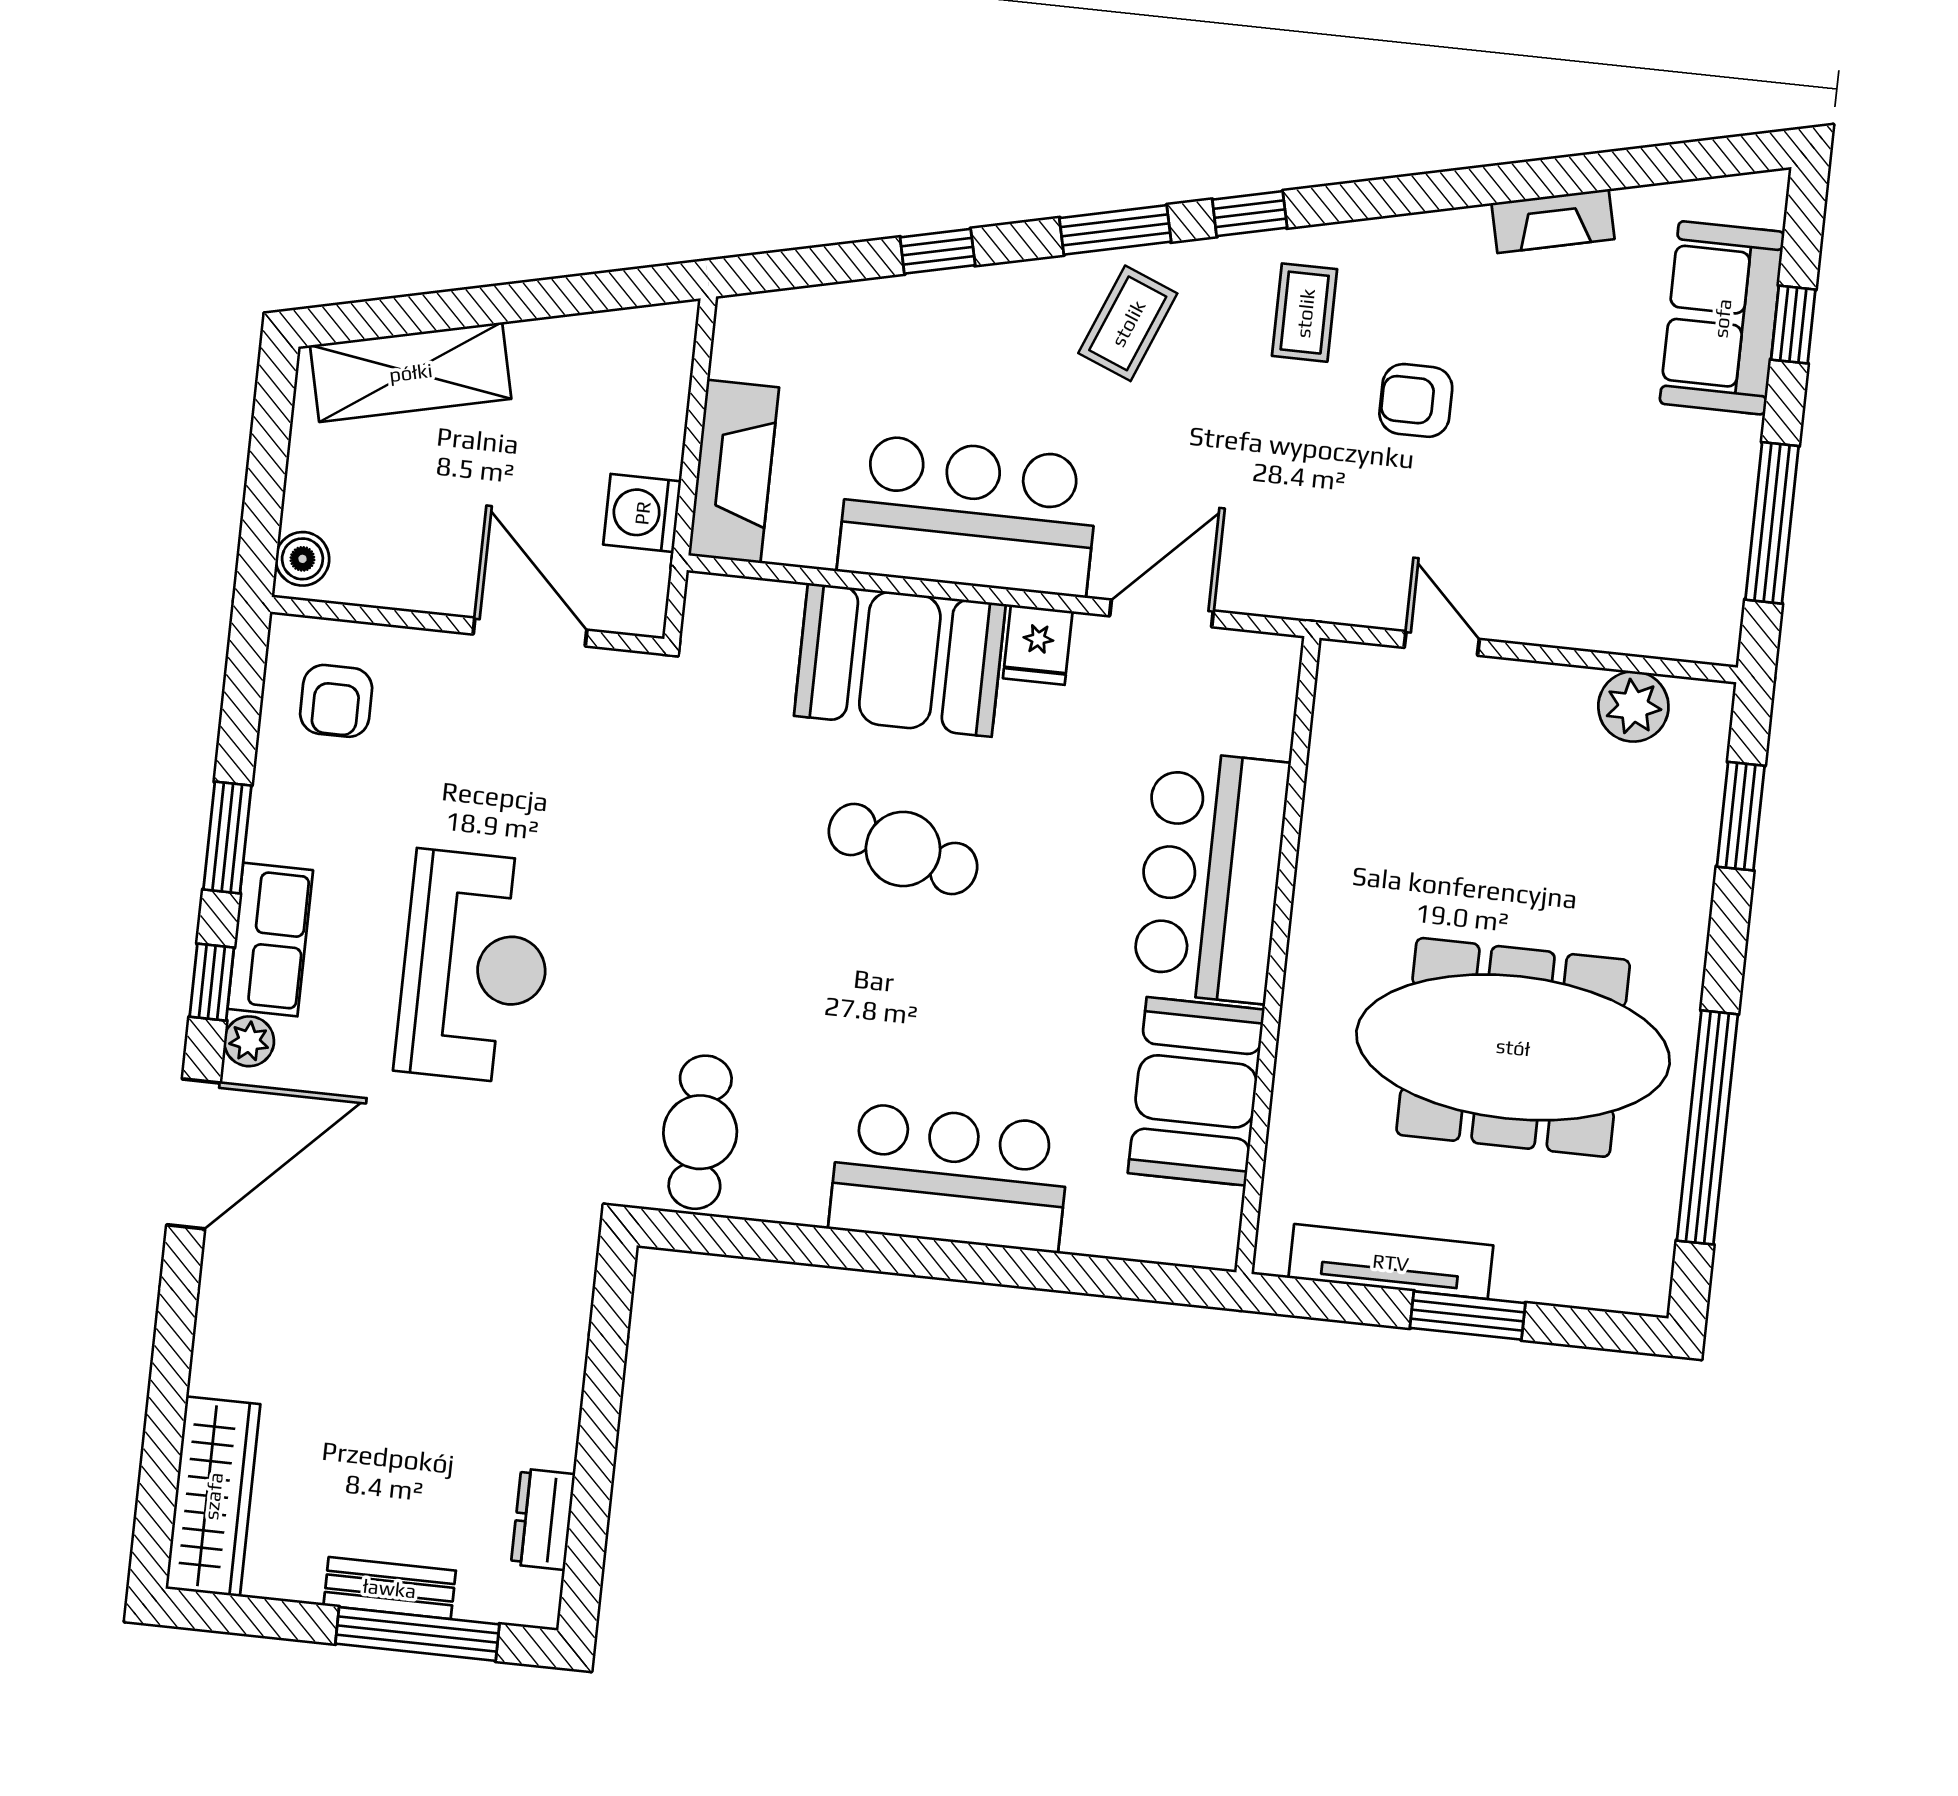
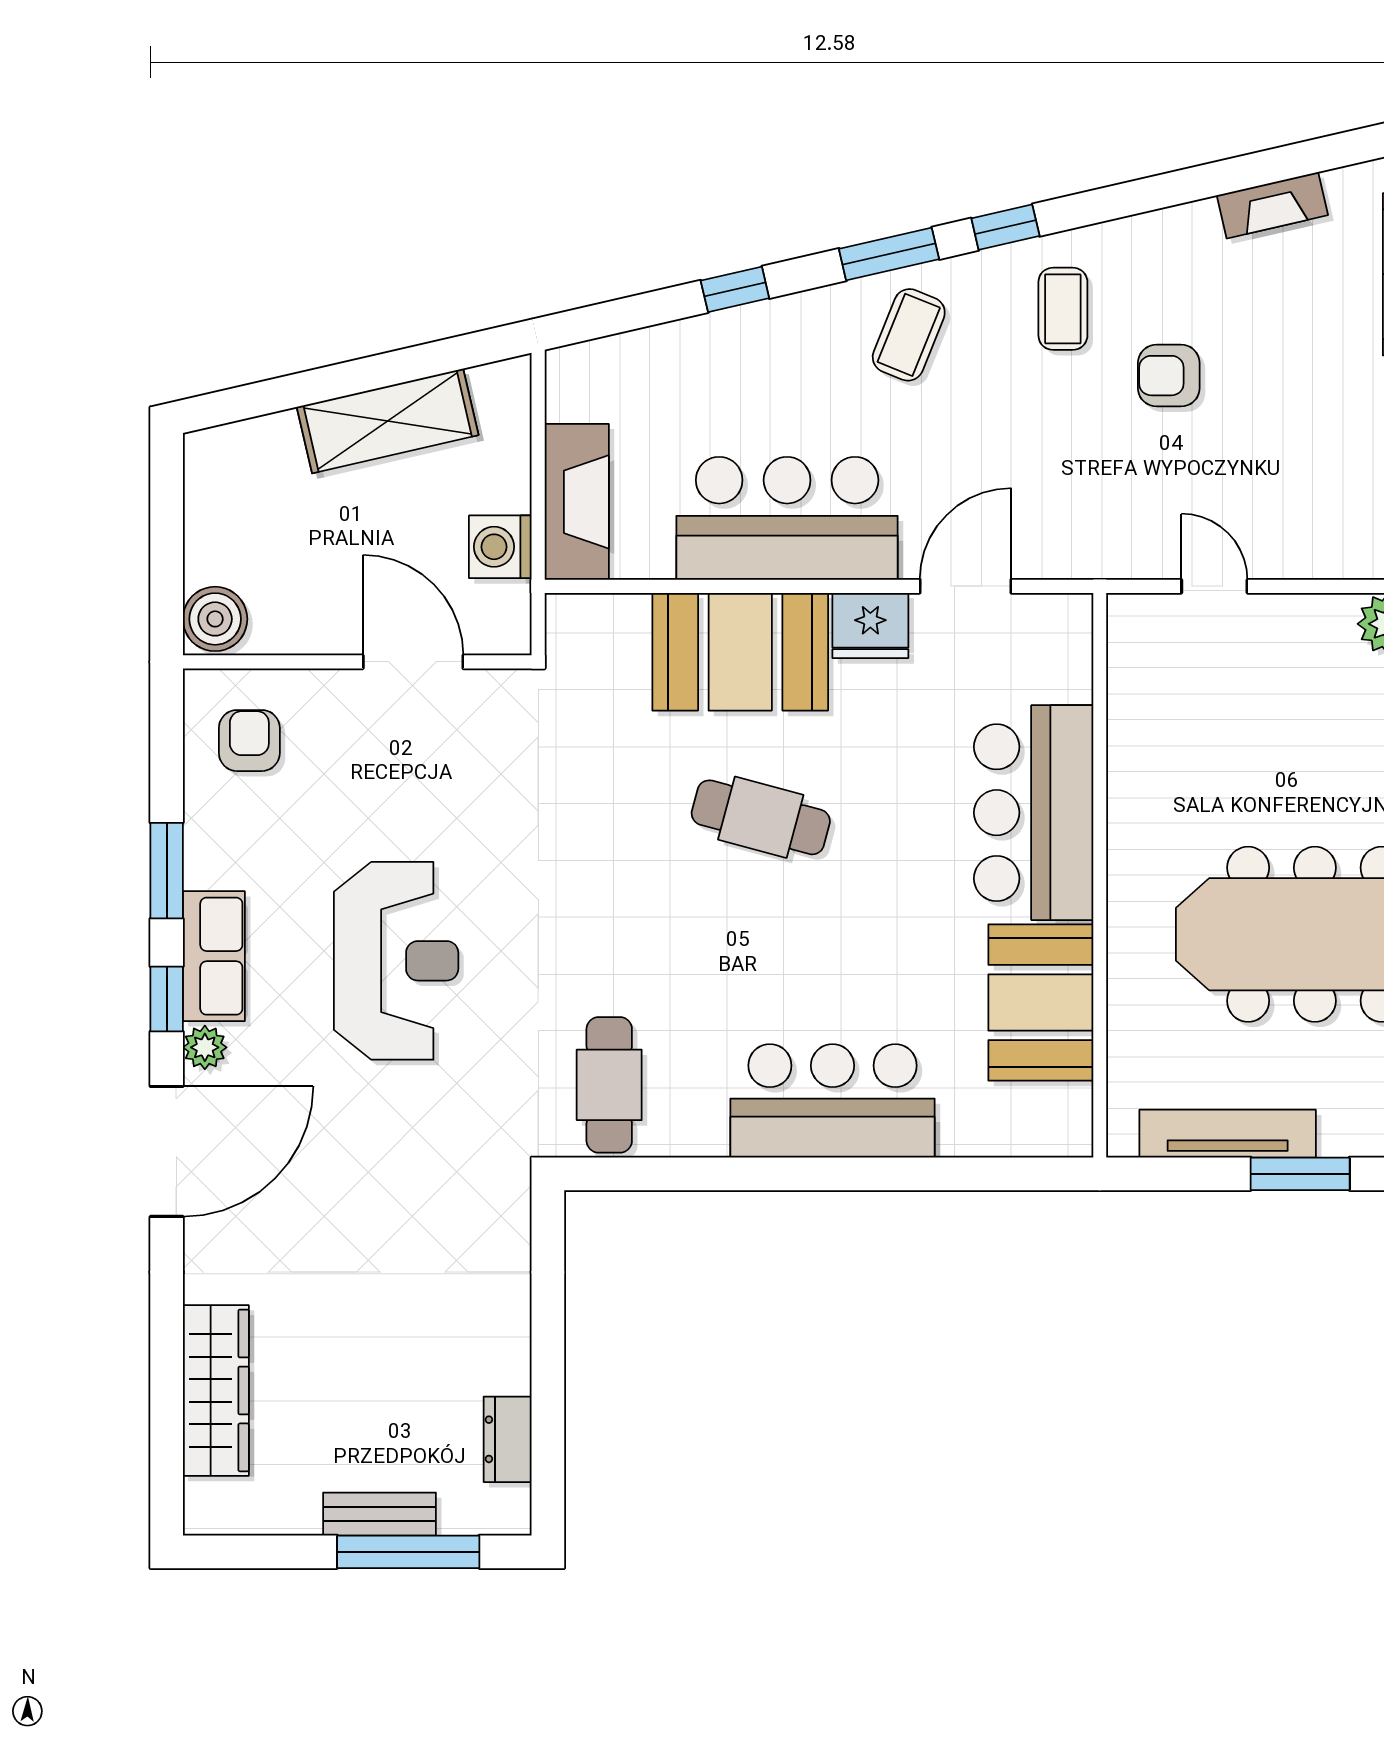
shelving: (411, 372) -> (388, 421), moved
boiler: (302, 559) -> (215, 619), width x1.36, depth x1.36
fridge: (1038, 645) -> (870, 625), width x1.38
armchair: (336, 701) -> (249, 741), turned 180
wardrobe: (213, 1496) -> (216, 1390), moved

